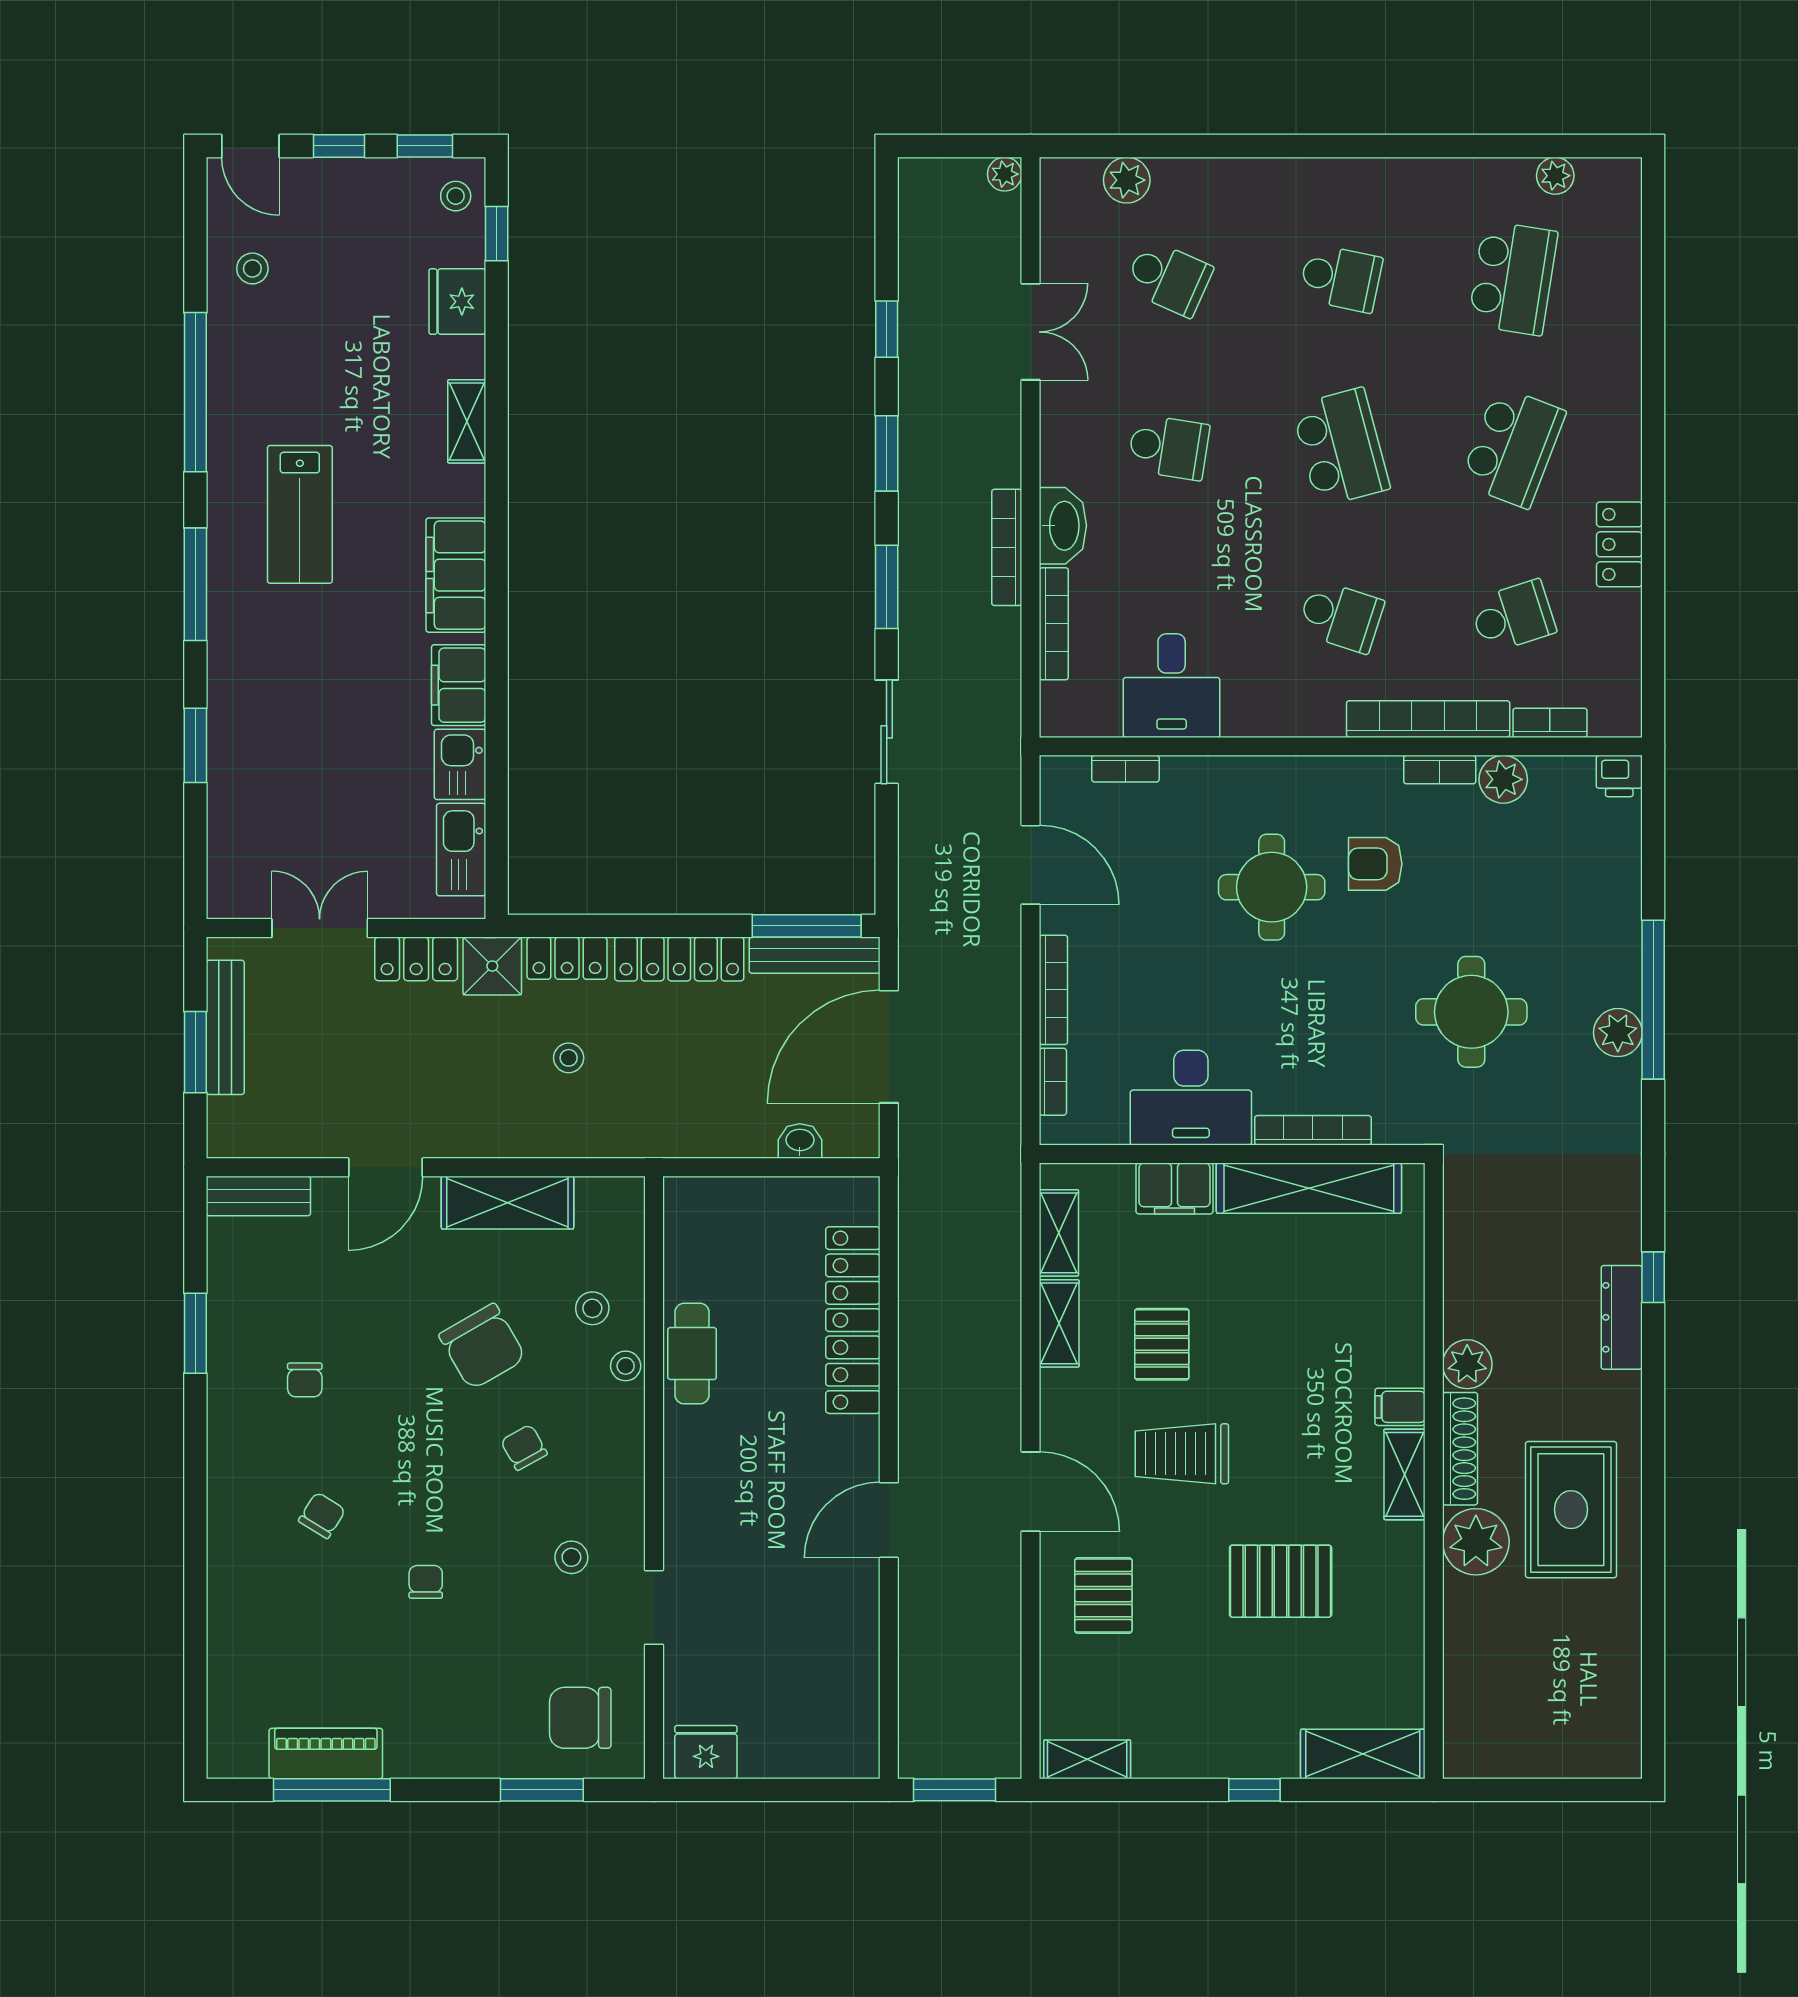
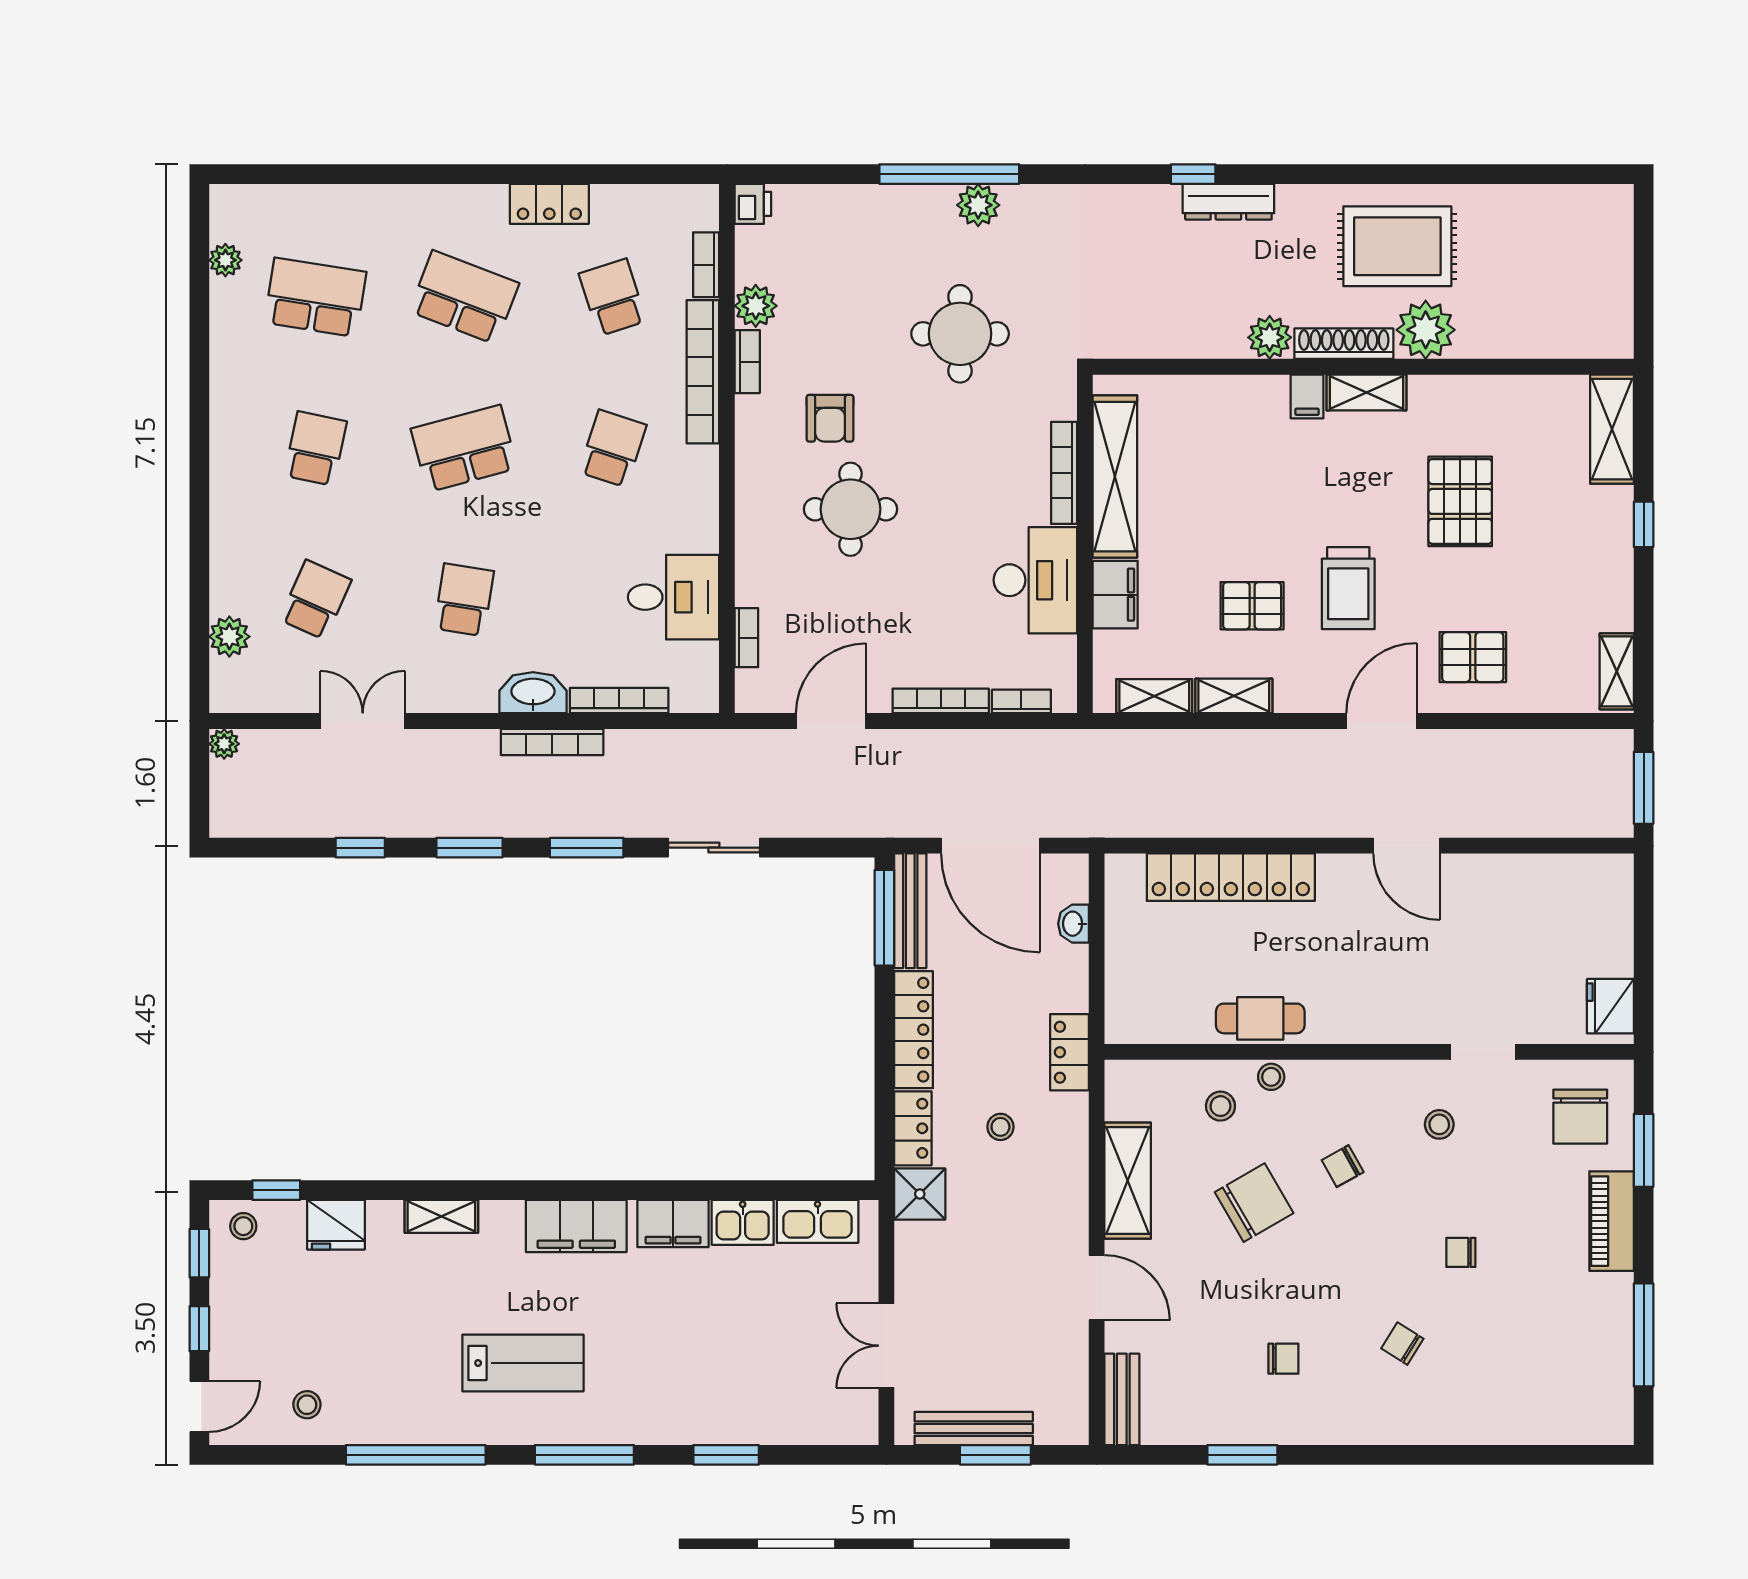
locker: (416, 959) -> (1070, 1052), moved, turned 180
piano: (326, 1753) -> (1612, 1221), moved

